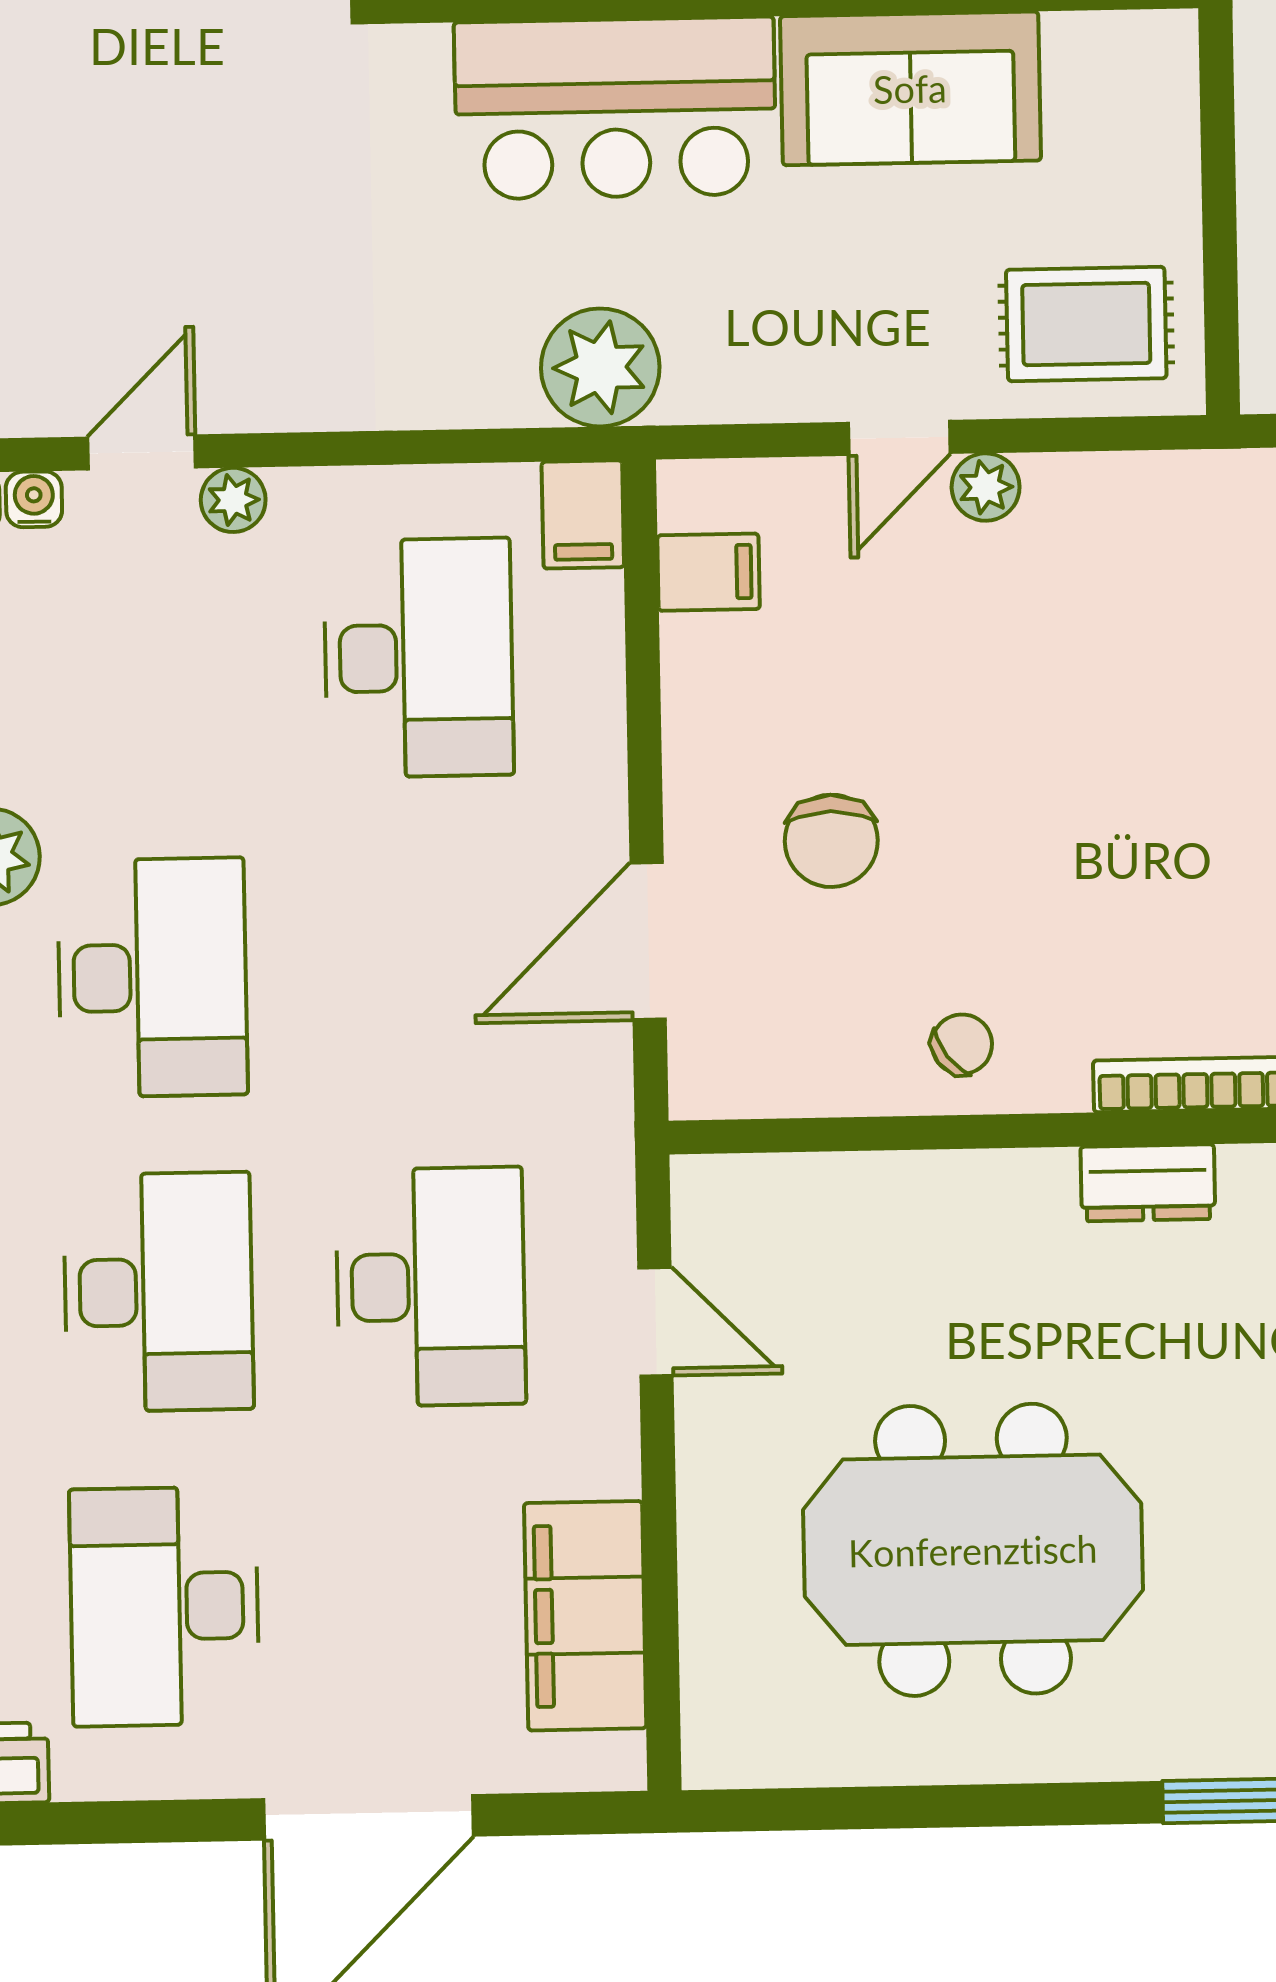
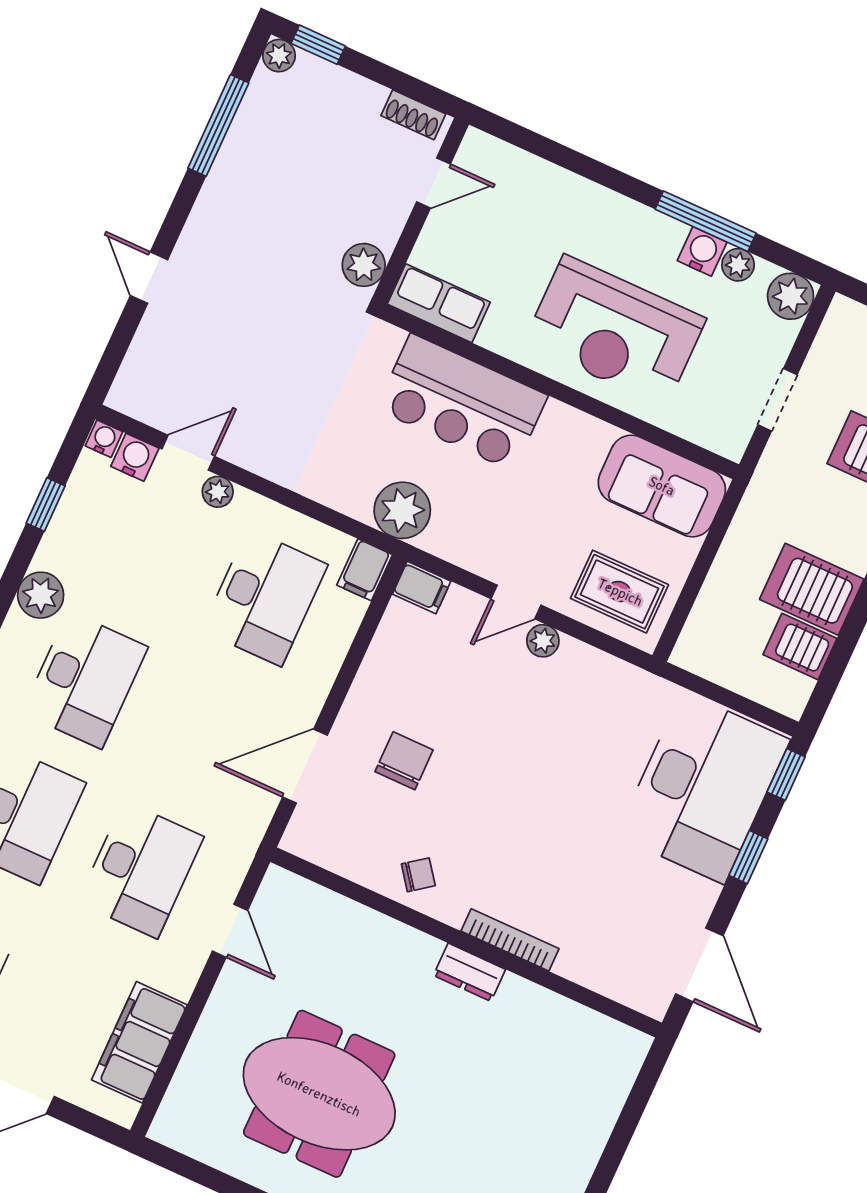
sofa: (910, 88) -> (662, 486), moved
water cooler: (34, 499) -> (135, 457), width x1.38, depth x1.38
filing cabinet: (709, 572) -> (422, 588), moved
chair: (831, 841) -> (404, 761), turned 180

